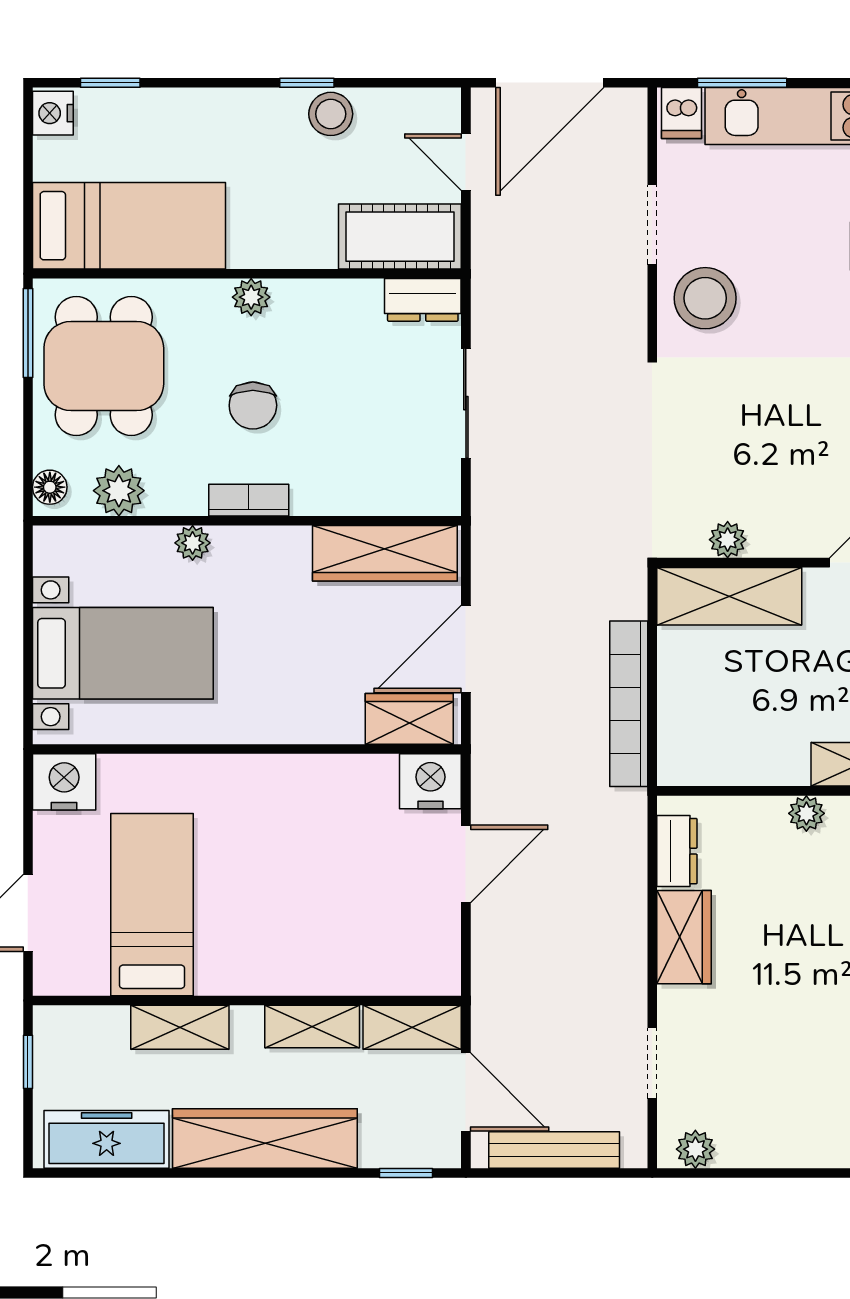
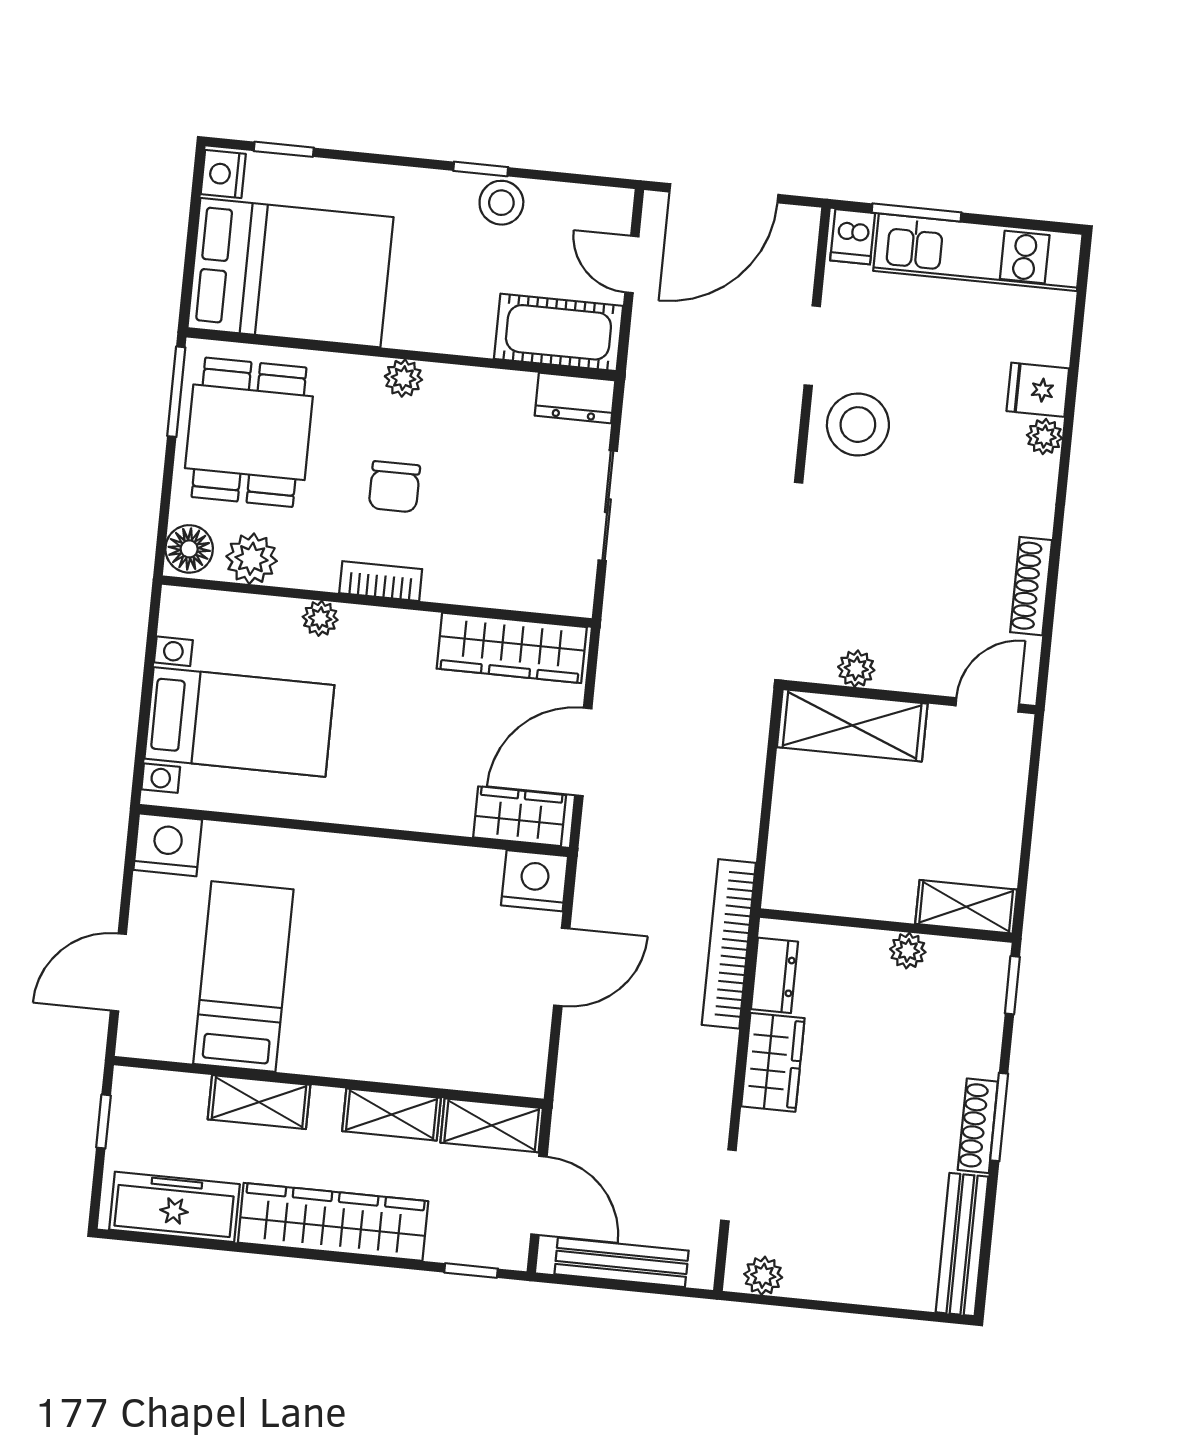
bed: (129, 226) -> (290, 273), width x1.50
floor lamp: (50, 487) -> (189, 549), width x1.37, depth x1.37
bookcase: (629, 704) -> (729, 944), moved

